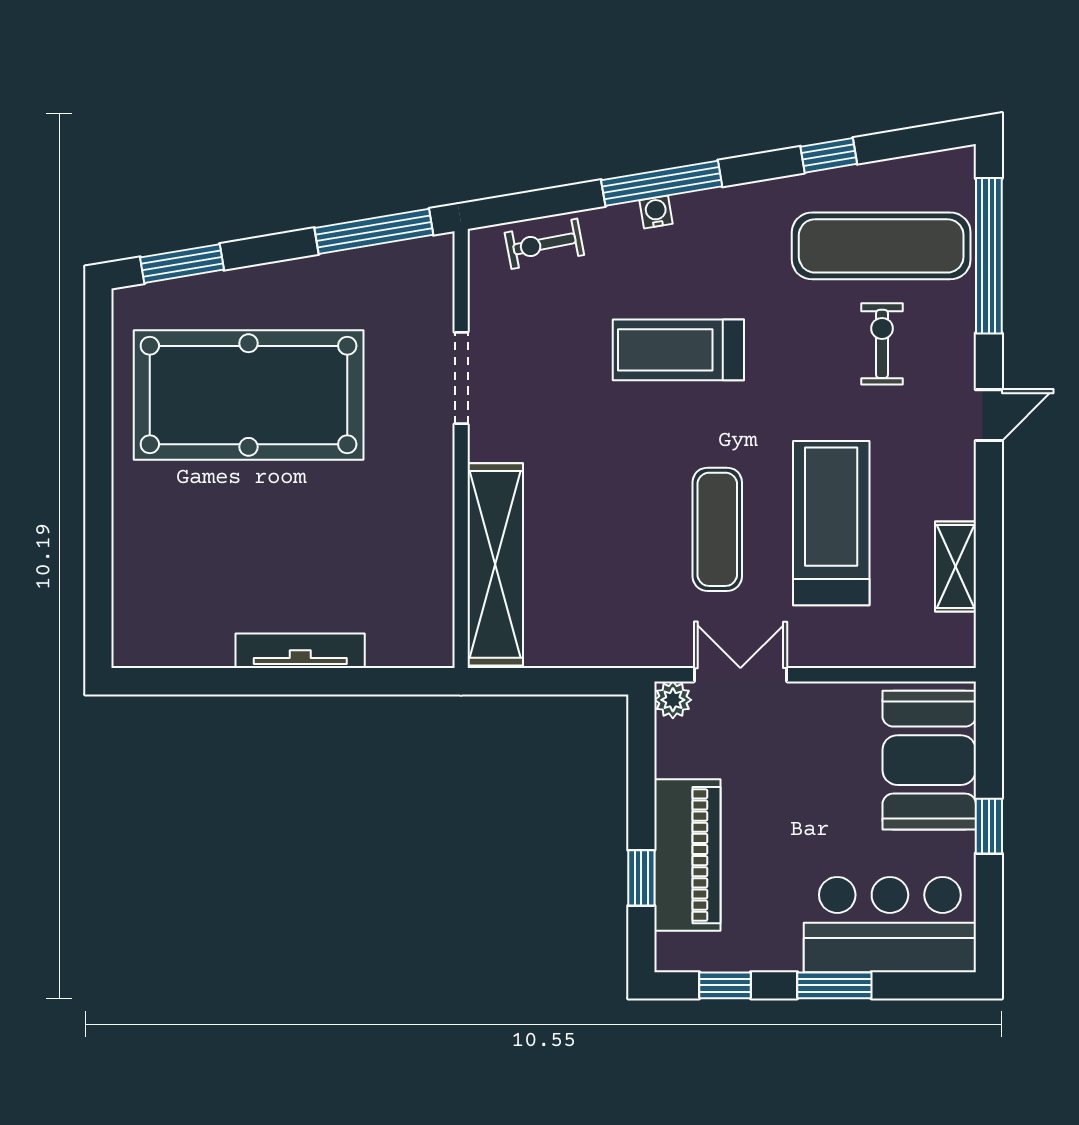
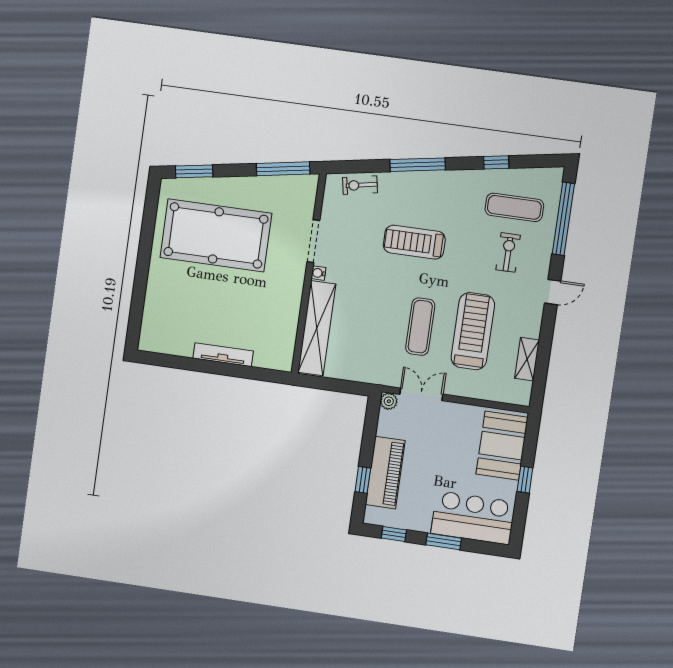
water cooler: (656, 212) -> (318, 273), moved, turned -80
exercise mat: (881, 246) -> (514, 207), width x0.73, depth x0.69

